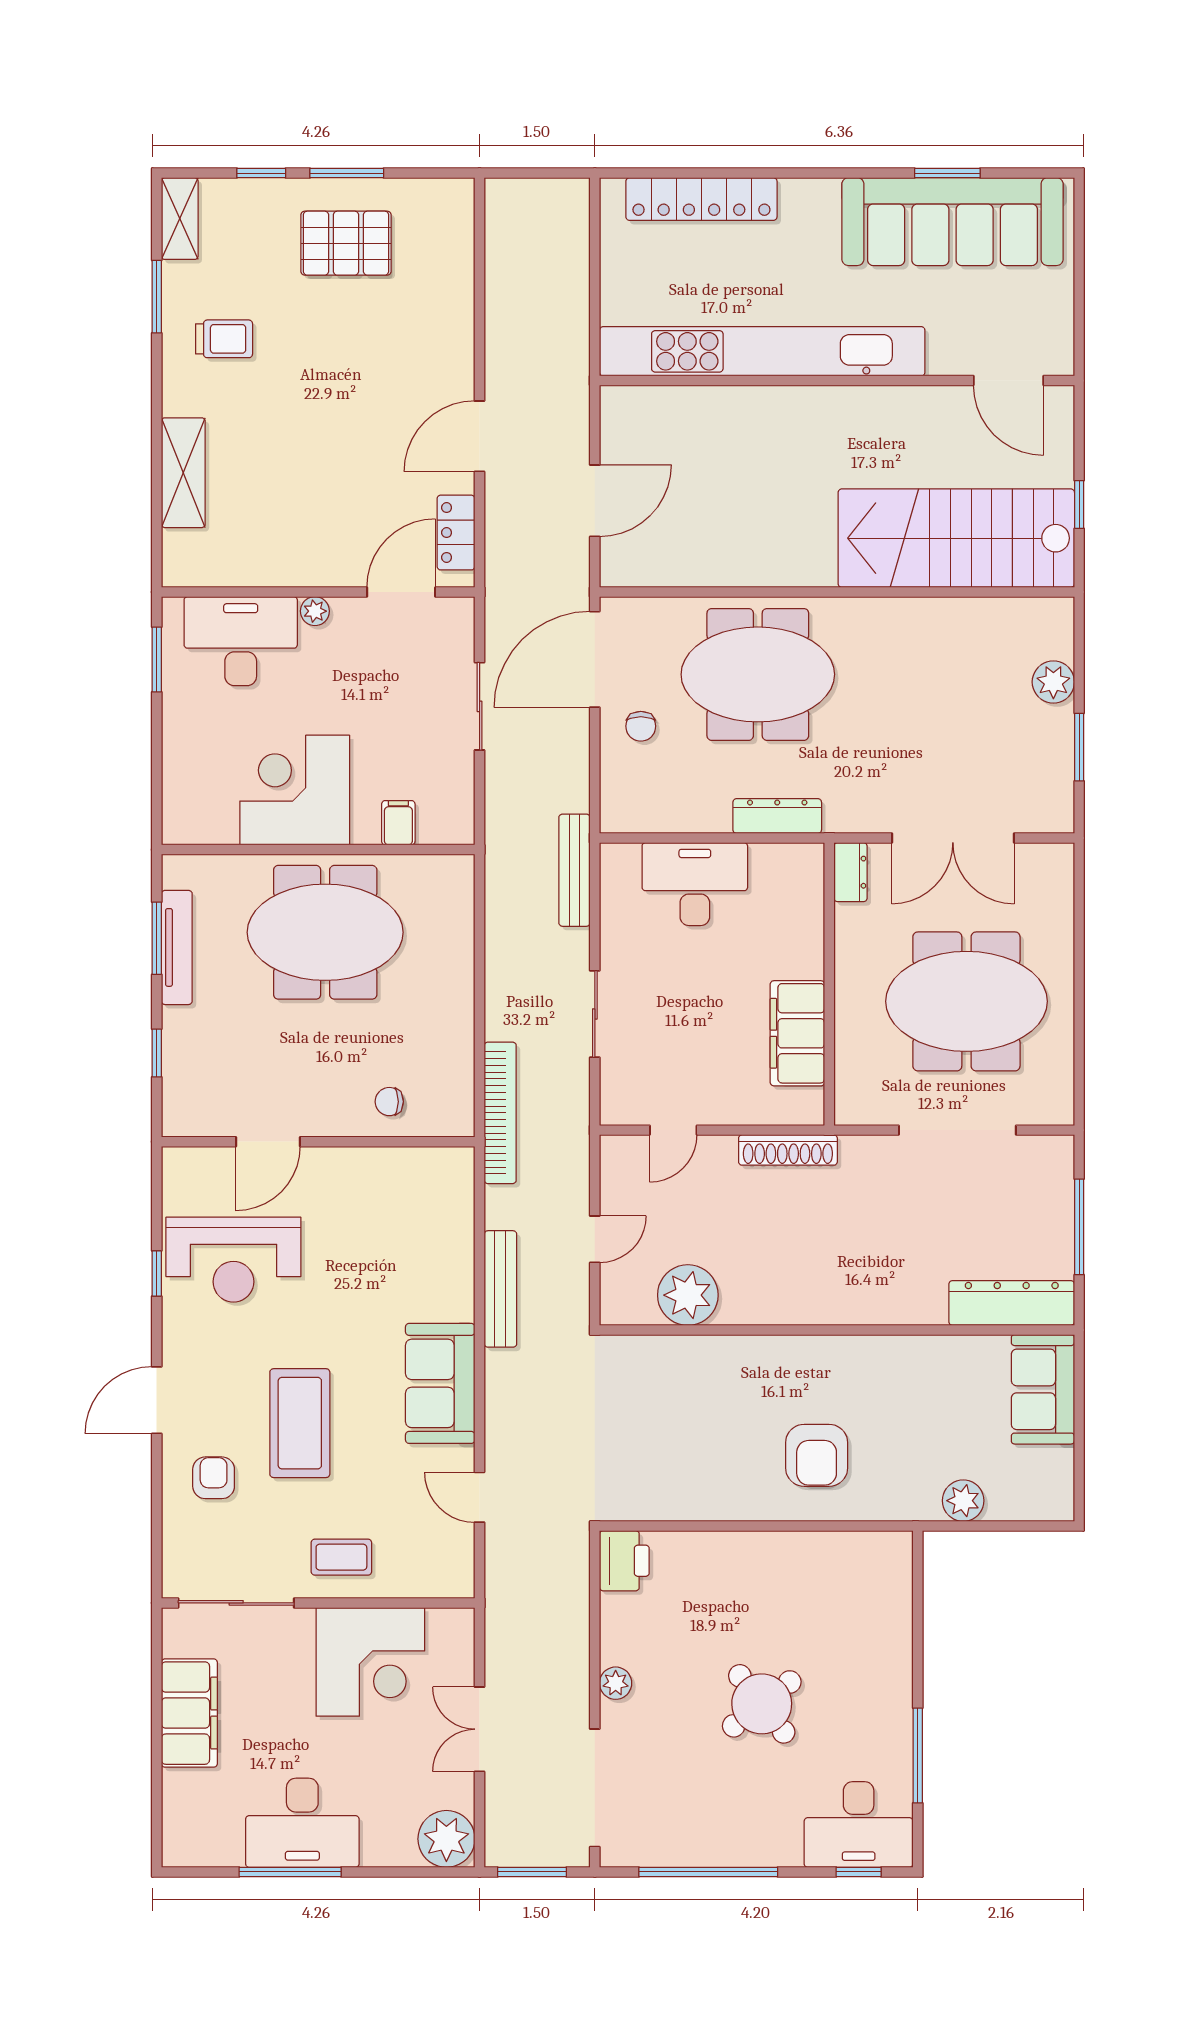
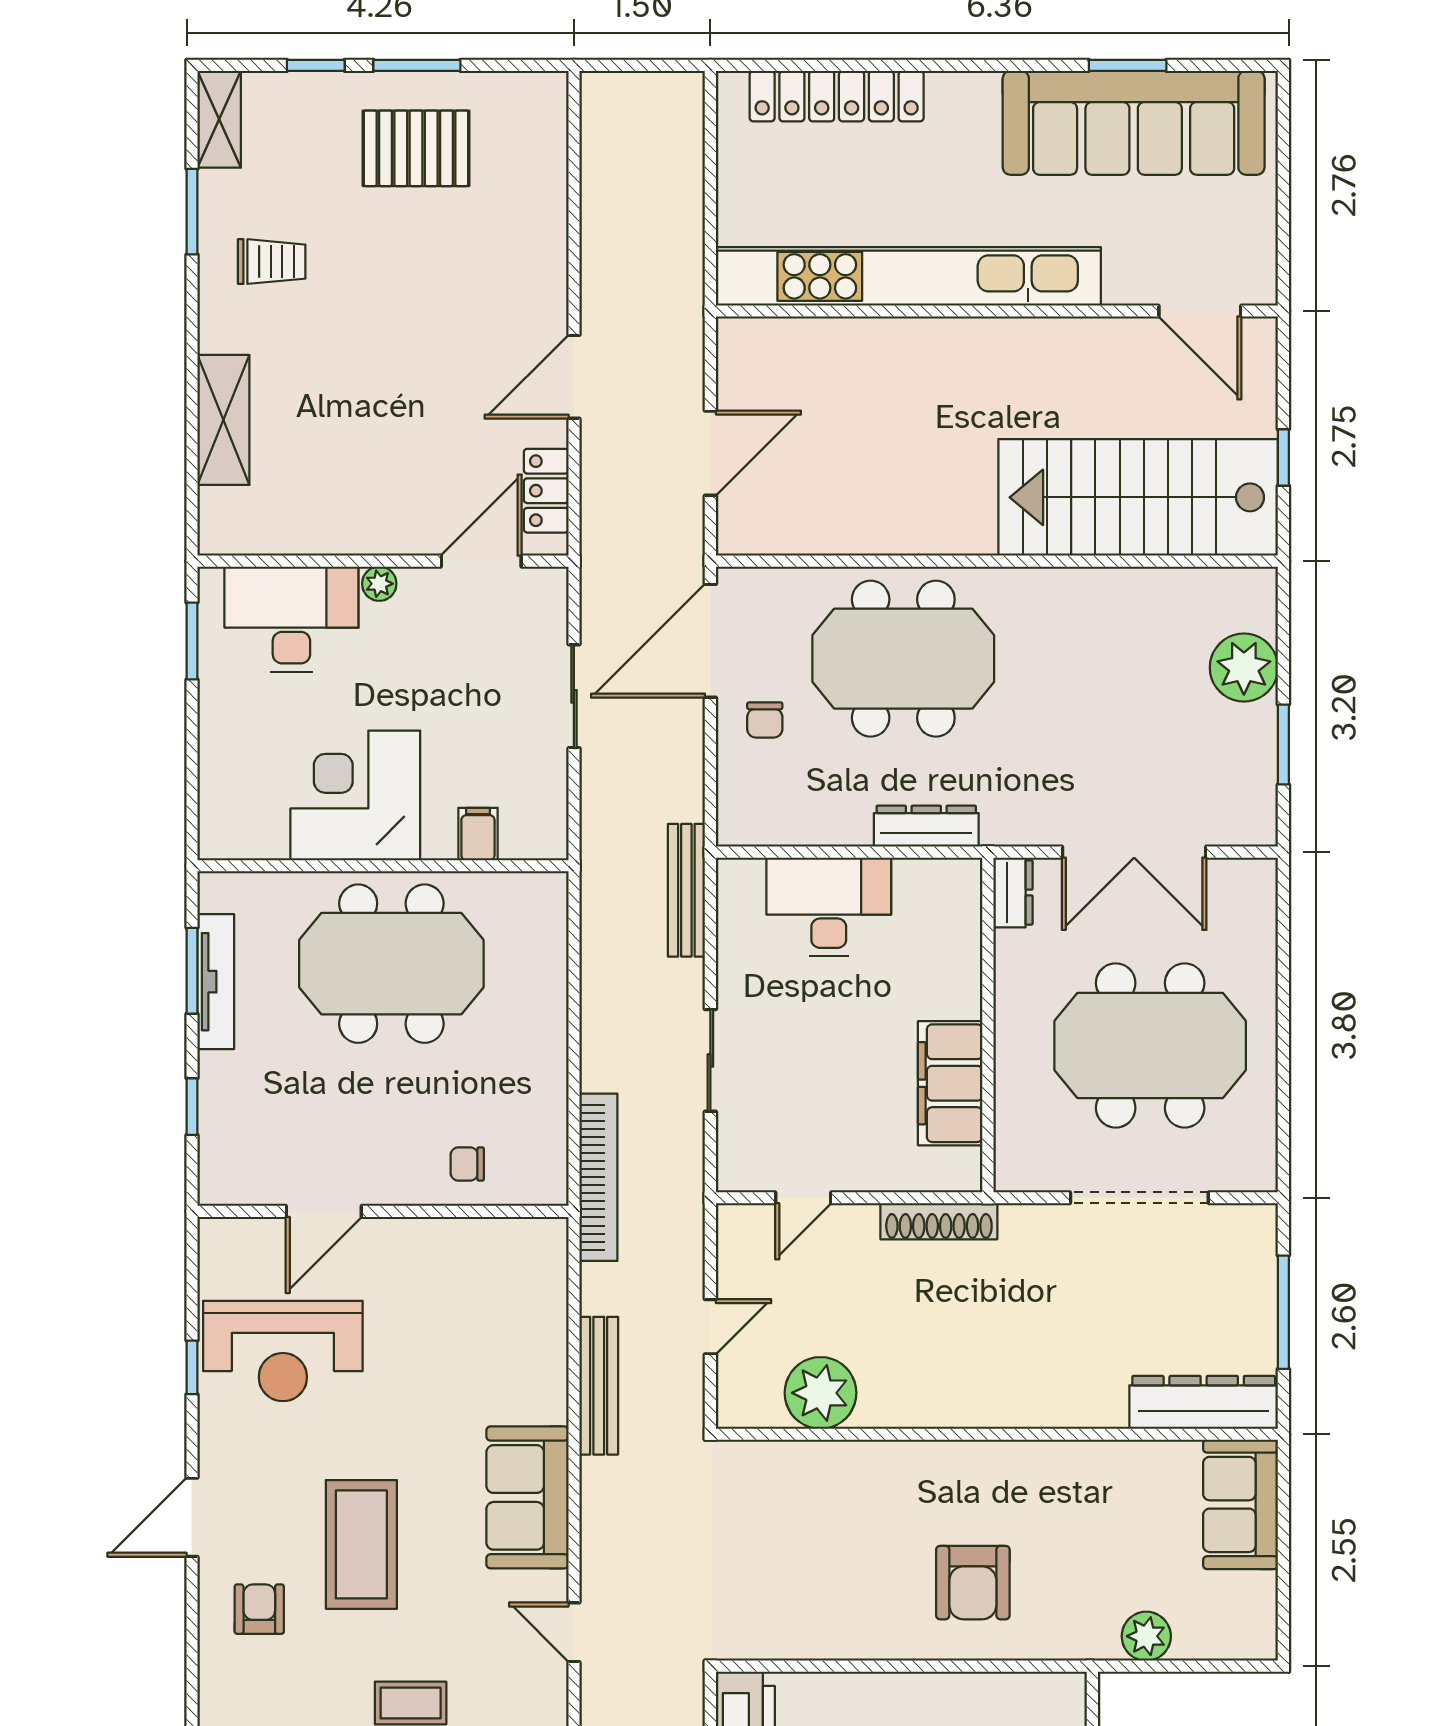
plant: (1053, 682) -> (1244, 668), width x1.36, depth x1.36

